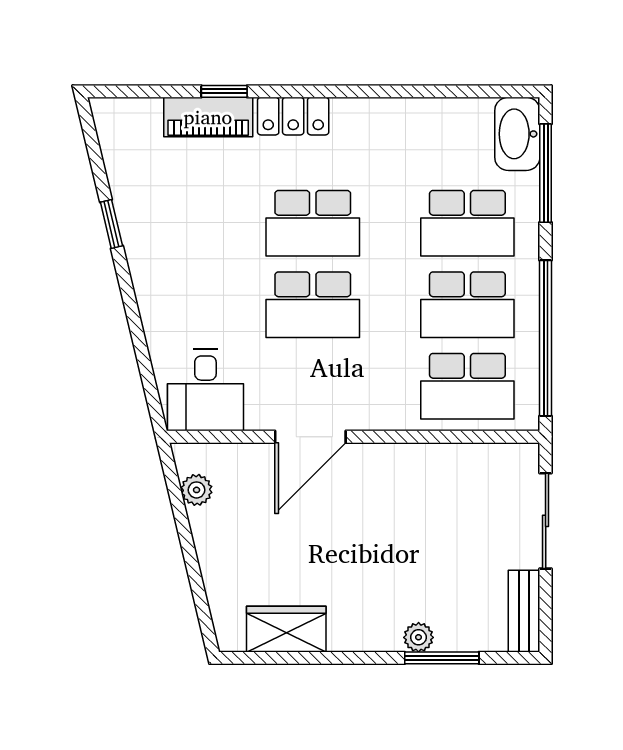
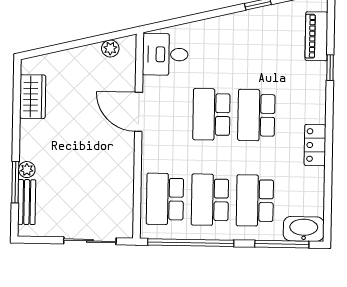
locker: (293, 116) -> (315, 145), moved
piano: (208, 117) -> (316, 36), moved
bench: (524, 611) -> (27, 202), moved, turned 90

